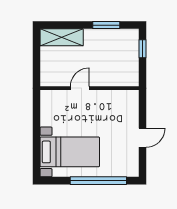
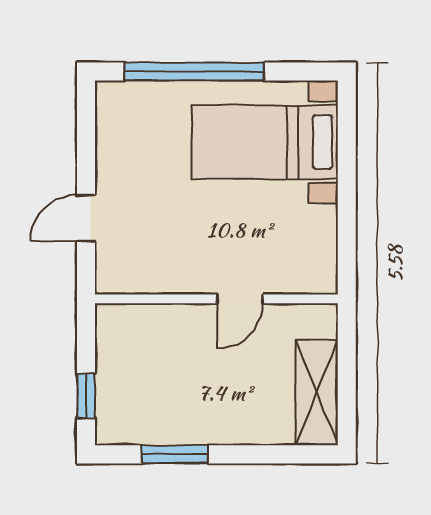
shelving: (62, 37) -> (317, 392), moved, turned 90
door: (142, 138) -> (86, 218), moved

